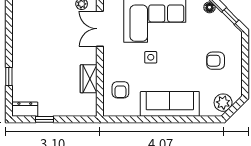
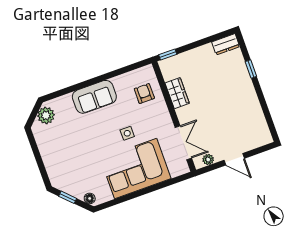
armchair: (216, 61) -> (67, 151), removed
sofa: (170, 104) -> (94, 97), width x0.73
window: (44, 119) -> (168, 54), moved

